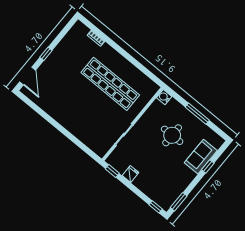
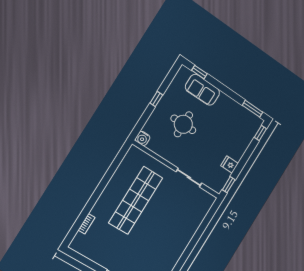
window: (197, 114) -> (156, 99), width x0.46
window: (208, 167) -> (199, 72), moved

